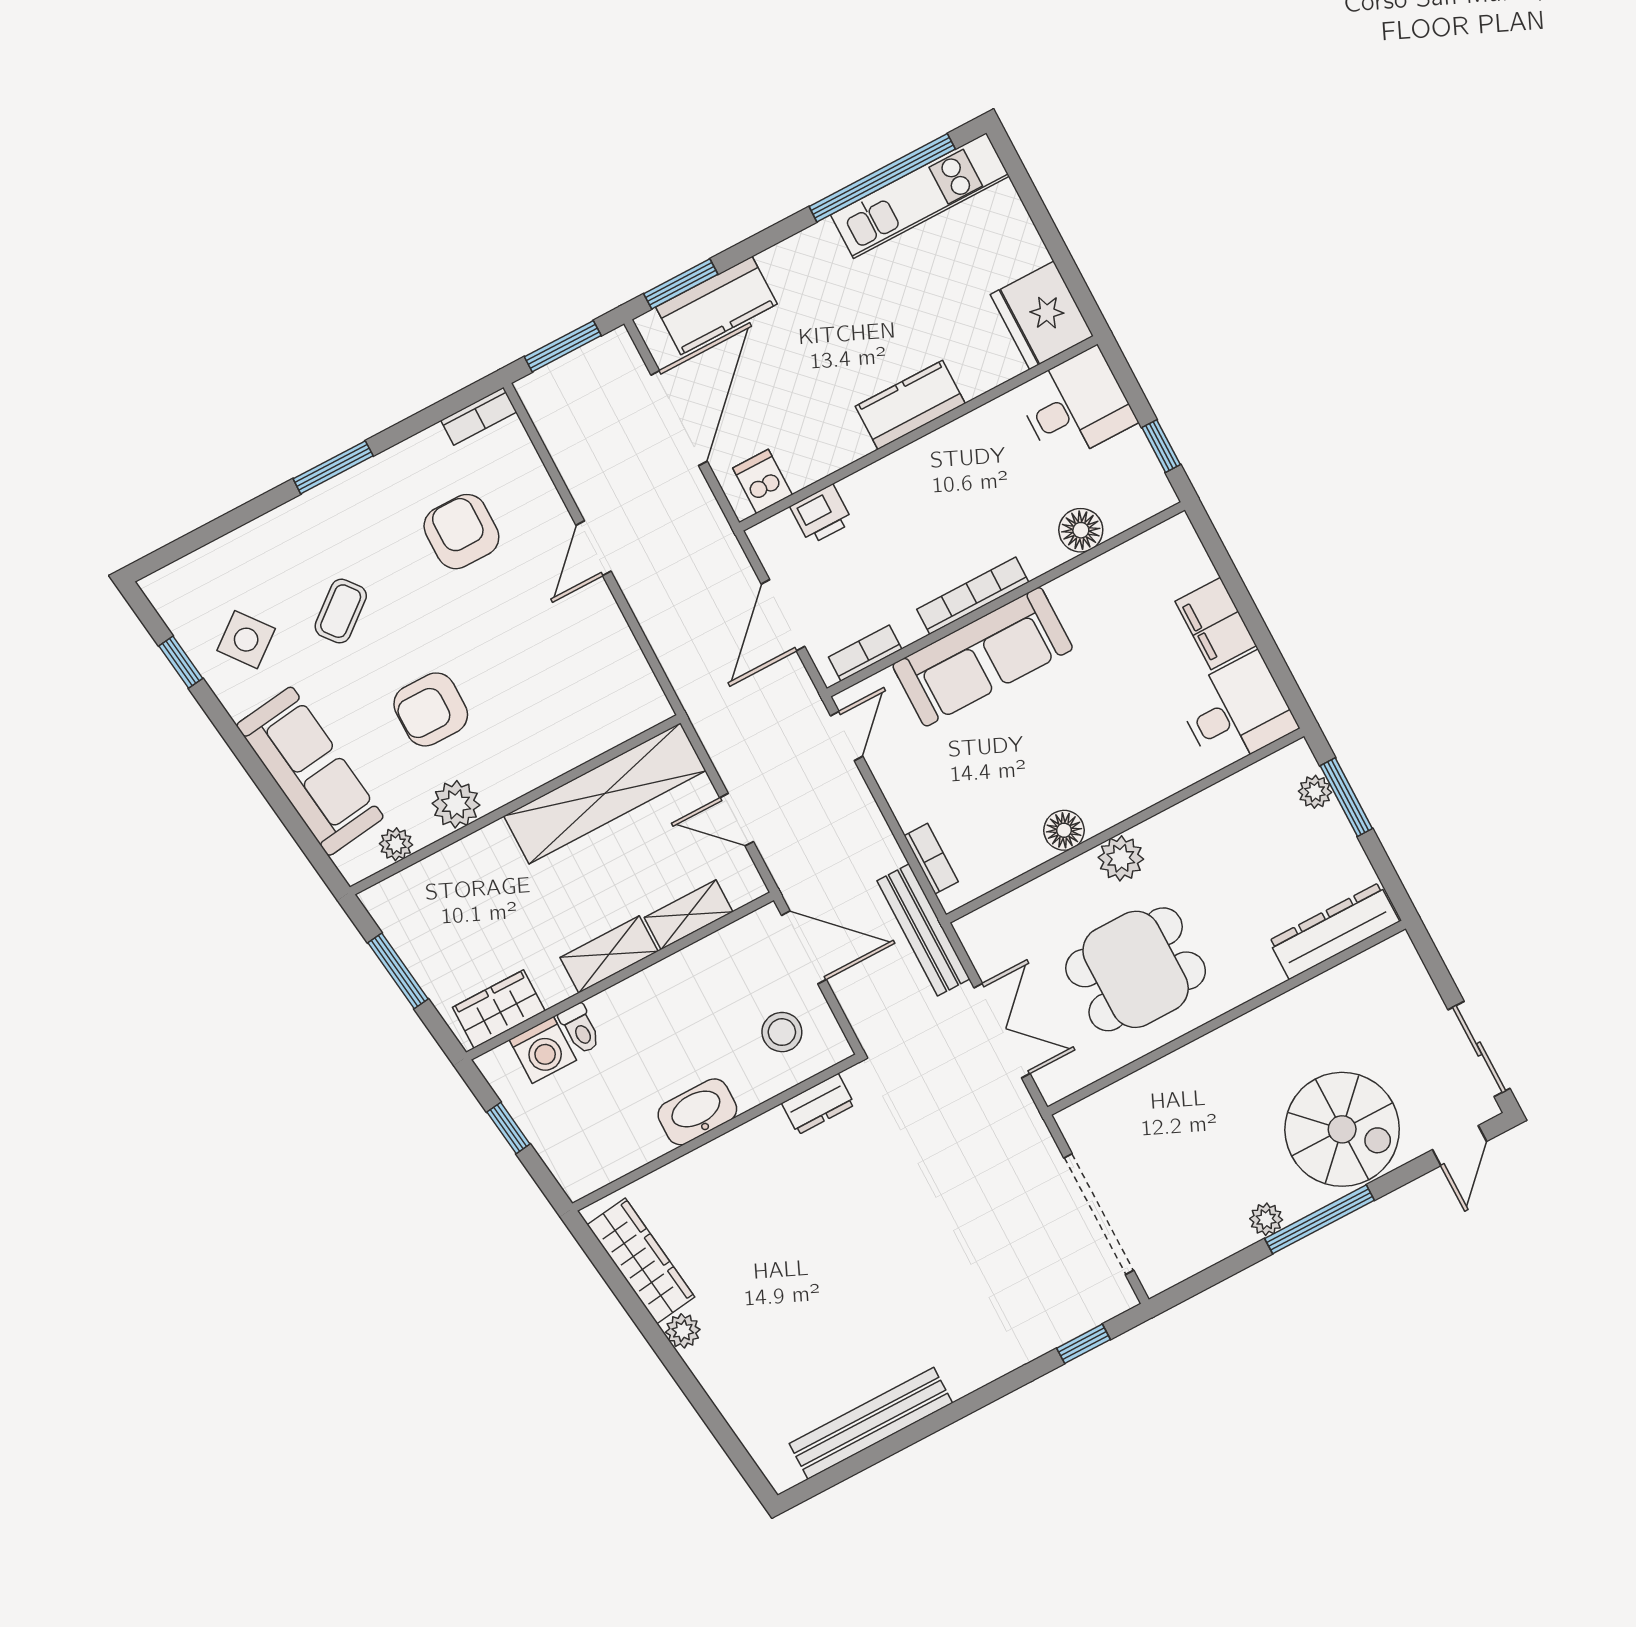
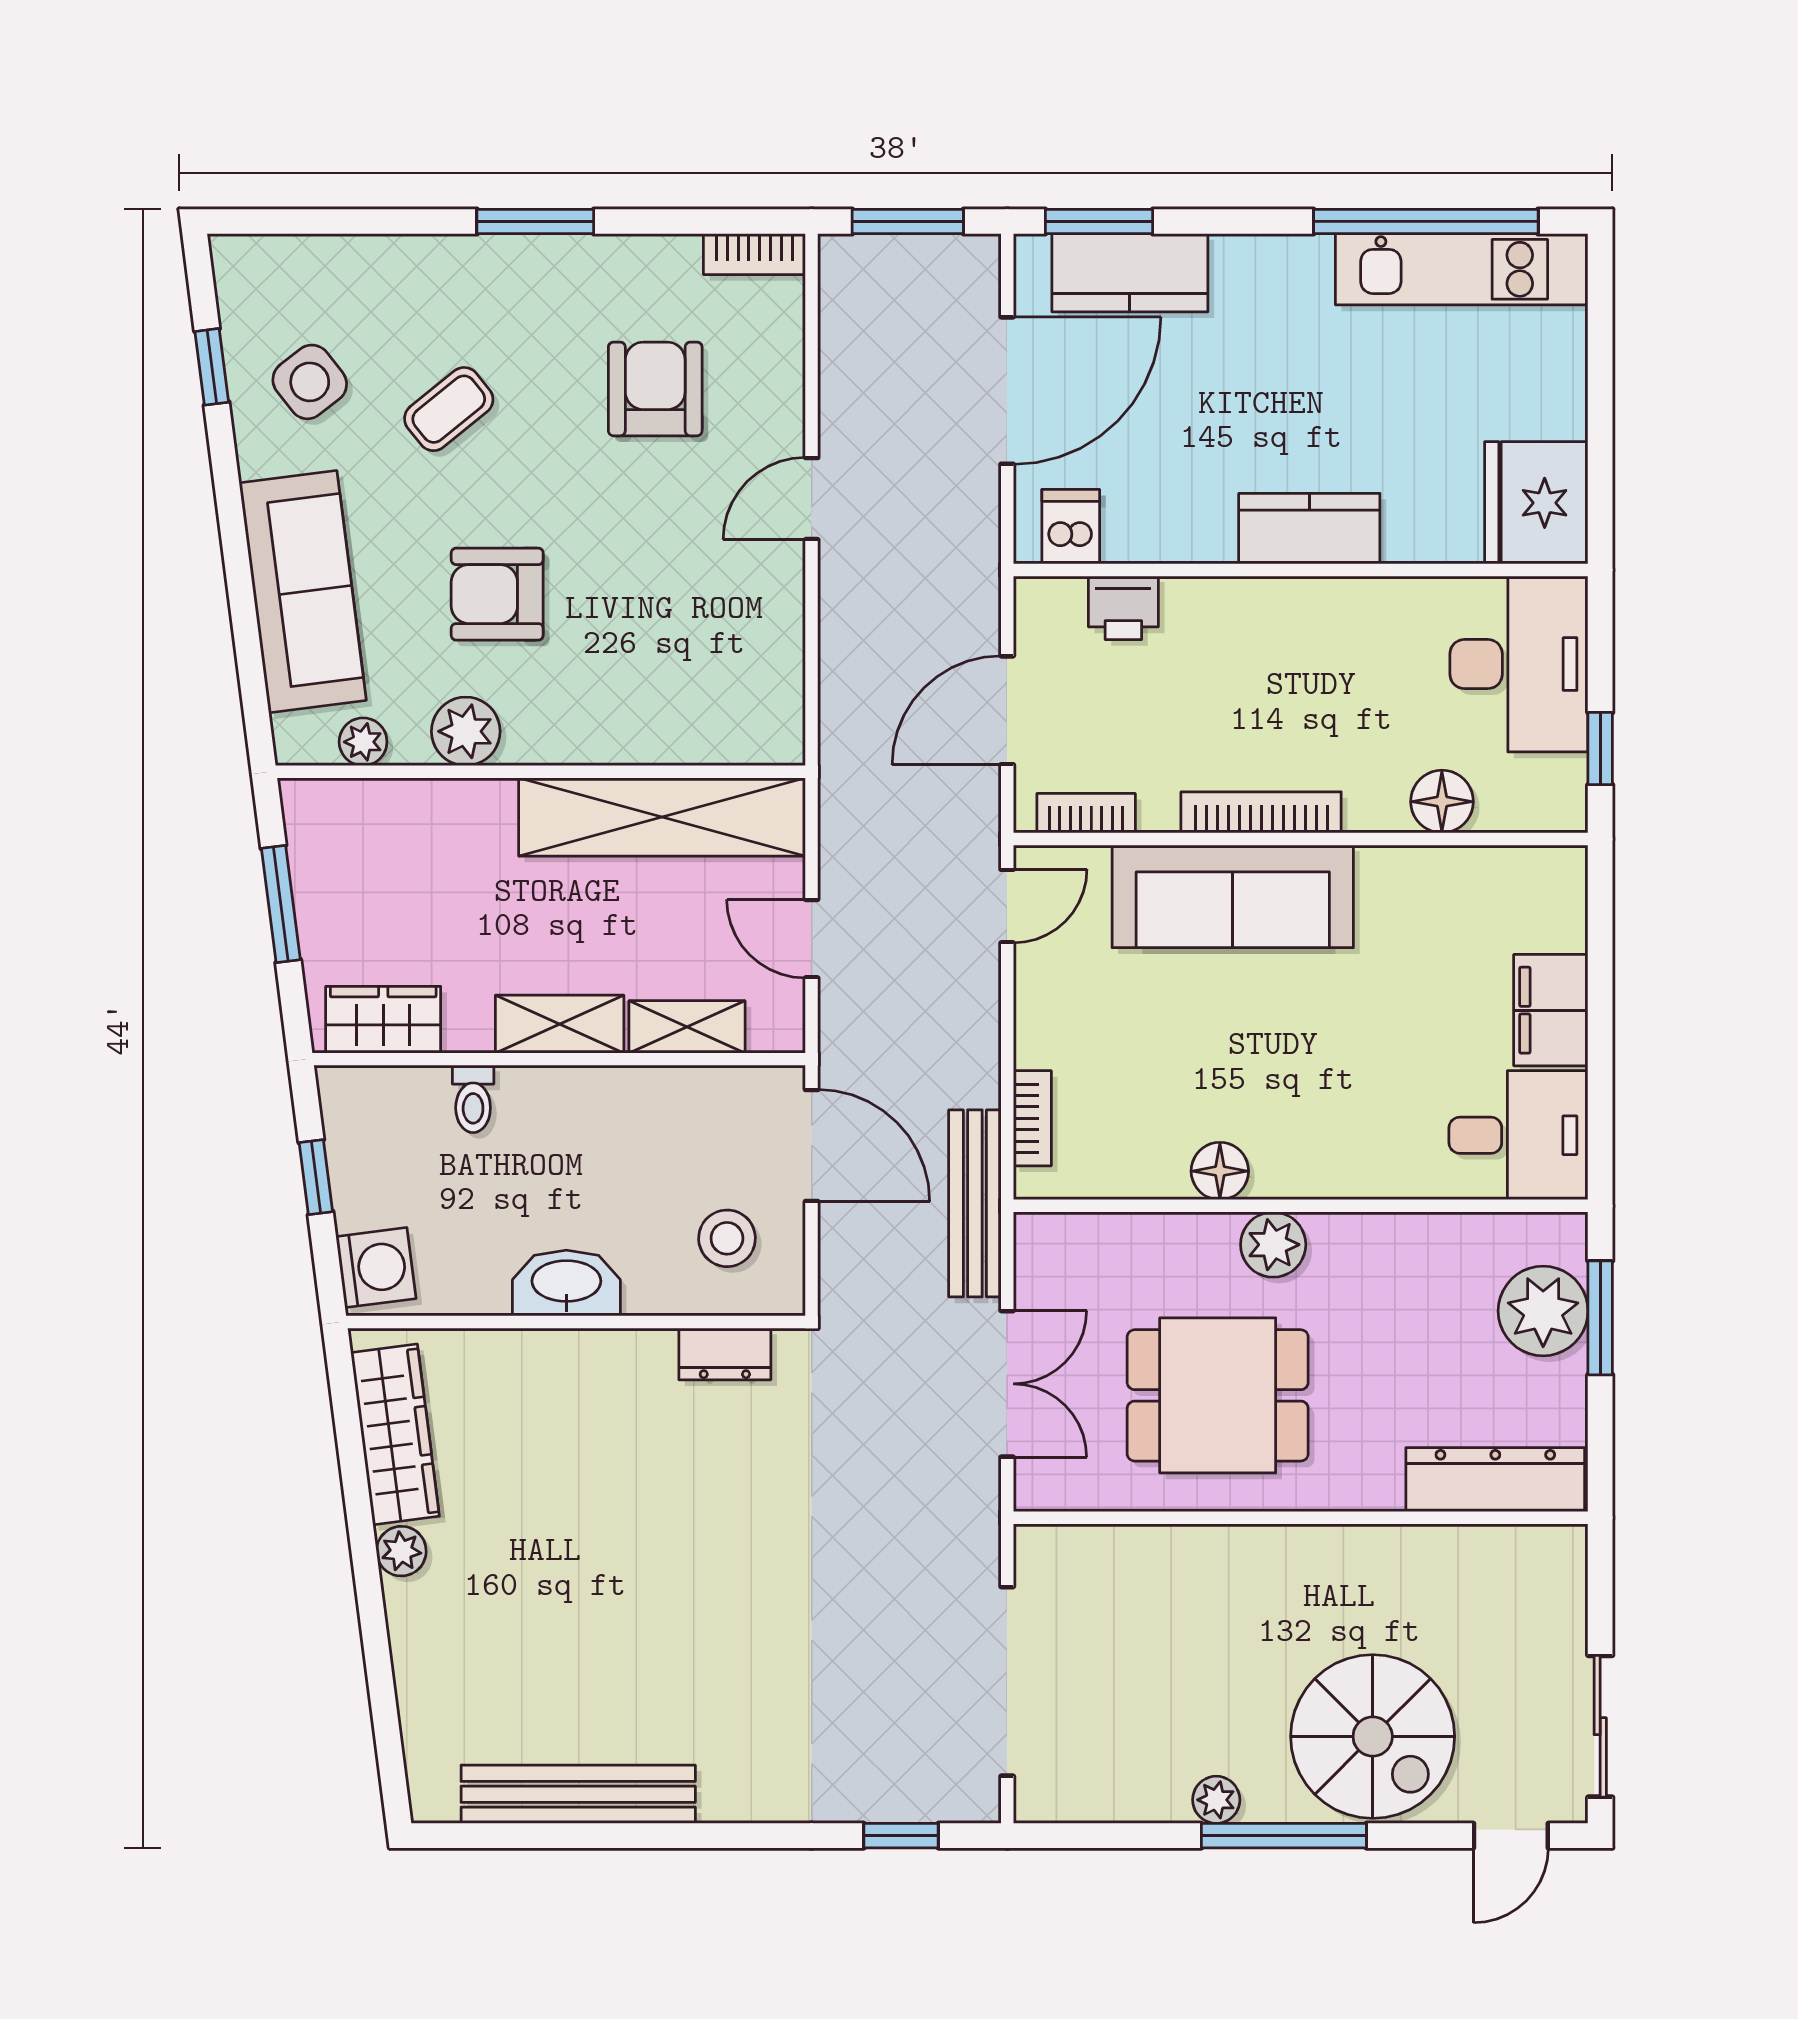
desk: (1076, 406) -> (1519, 664), width x1.37
plant: (1315, 792) -> (1543, 1311), width x1.87, depth x1.87
washing machine: (543, 1050) -> (376, 1268), moved, turned -97

